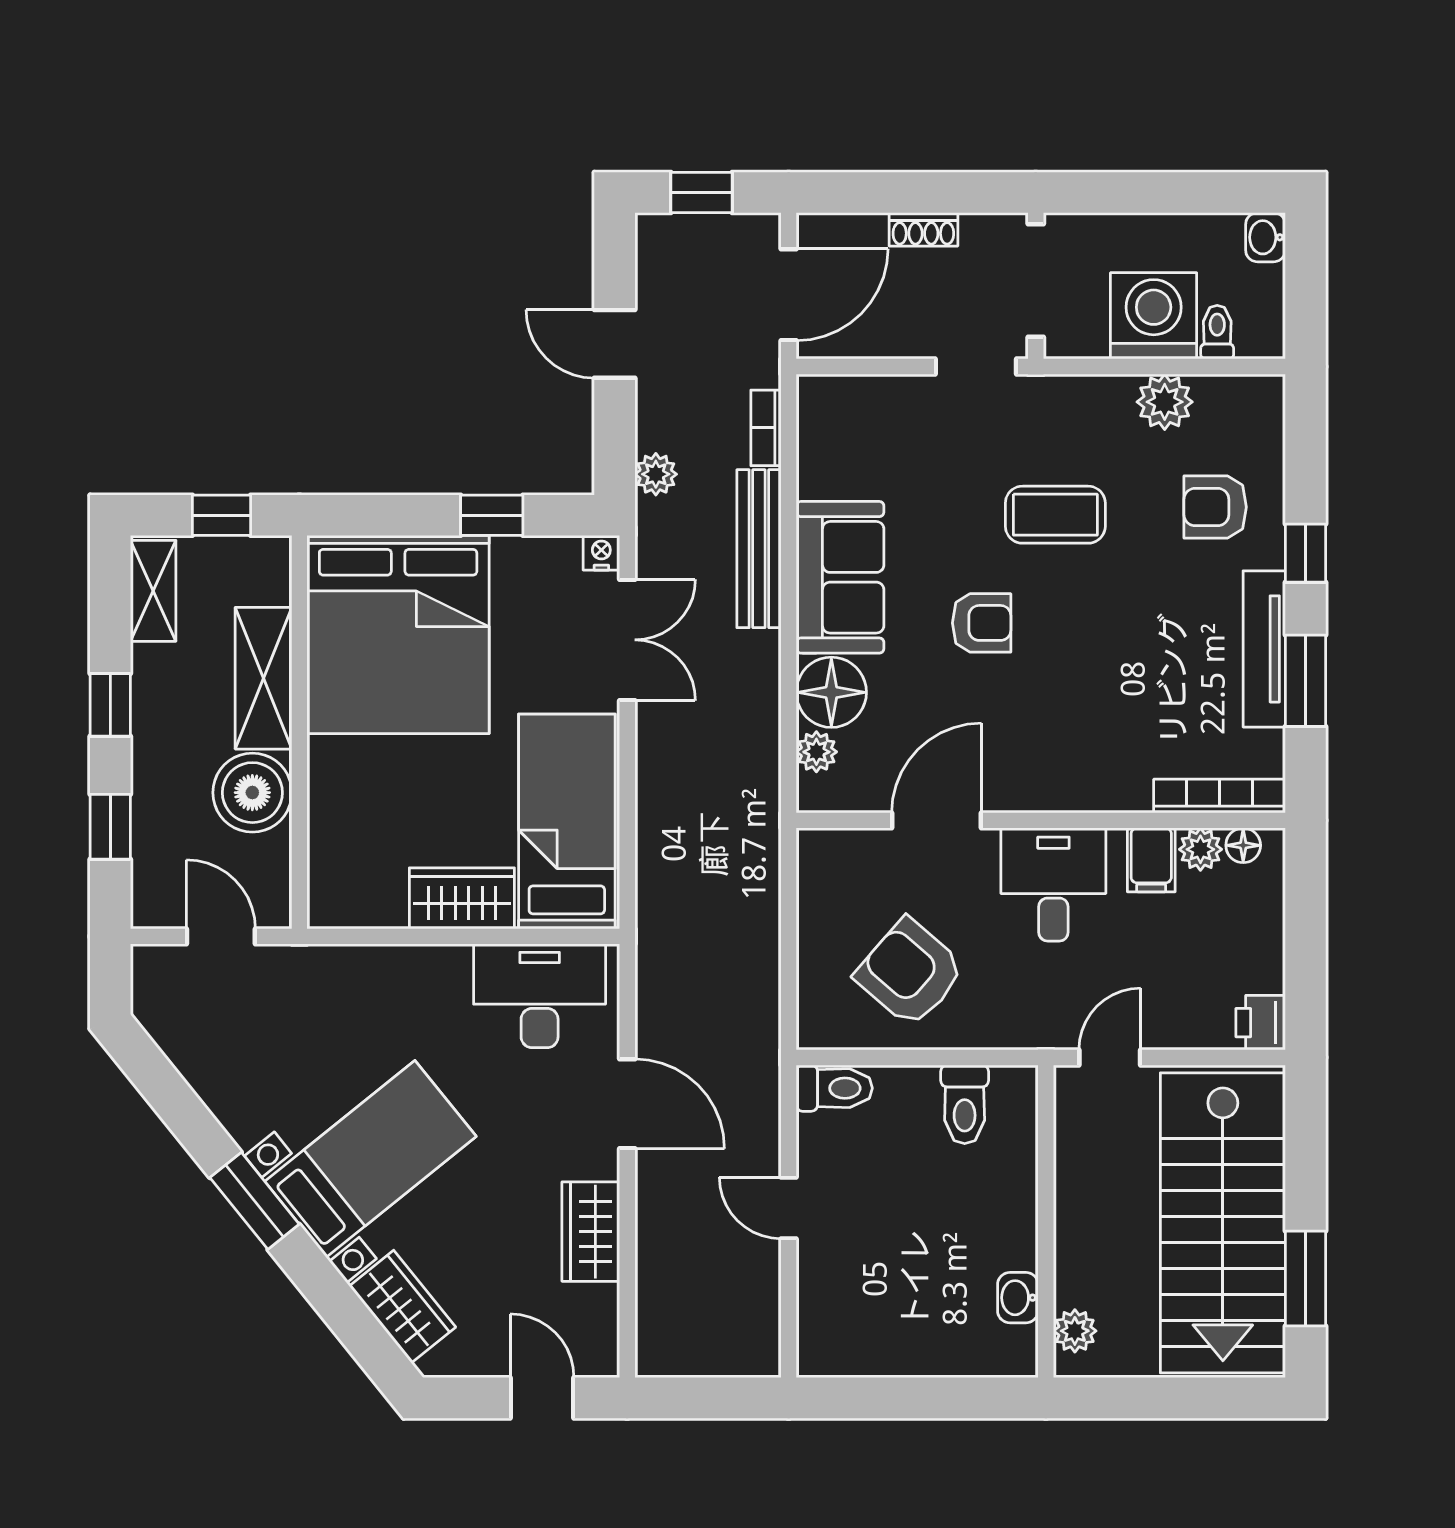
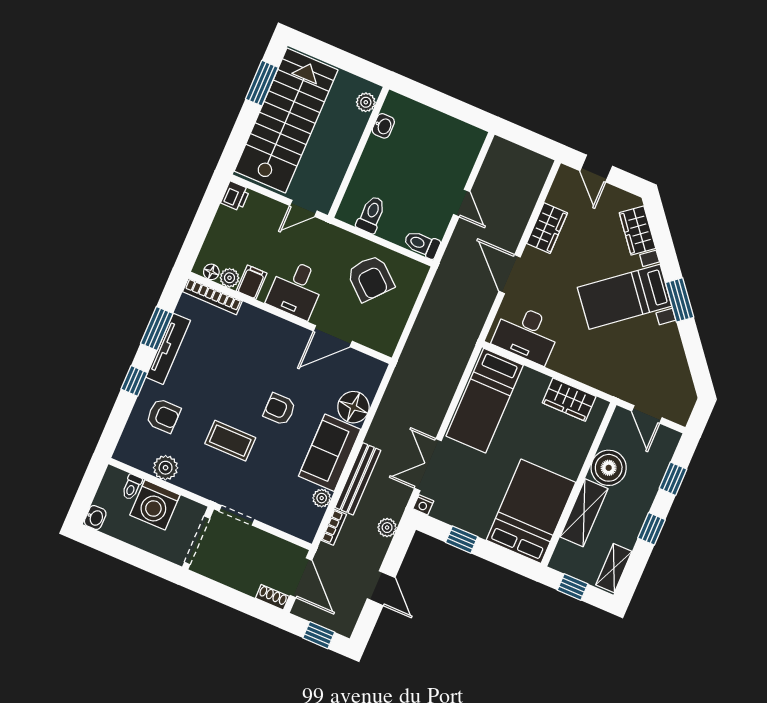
shoe rack: (923, 229) -> (272, 597), moved
door: (789, 295) -> (301, 578), swing flipped
bed: (398, 635) -> (531, 511), width x0.73
plant: (816, 752) -> (322, 498), moved
wardrobe: (462, 898) -> (569, 400), moved

